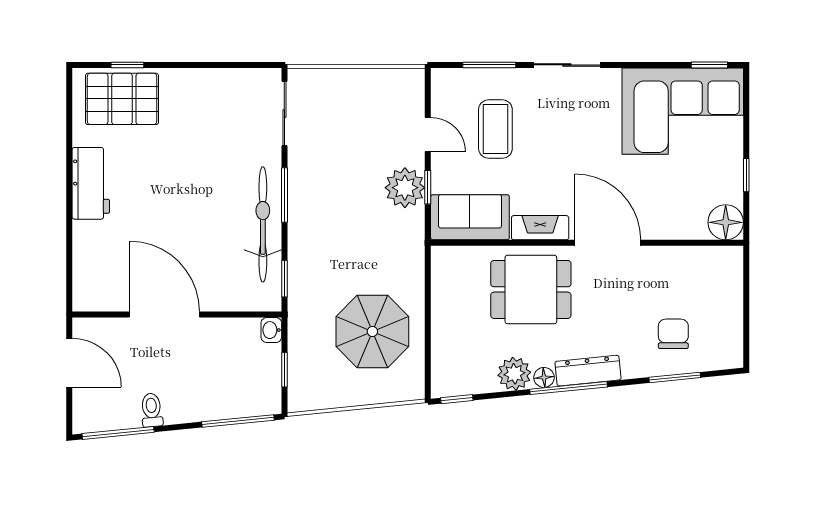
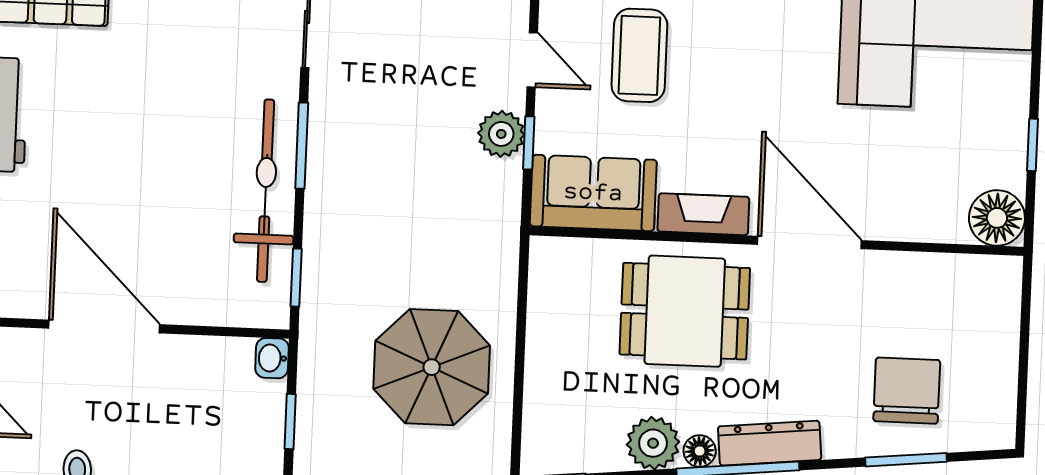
plant: (405, 188) -> (501, 134), width x0.73, depth x0.73
chair: (673, 334) -> (907, 391), width x1.37, depth x1.37

